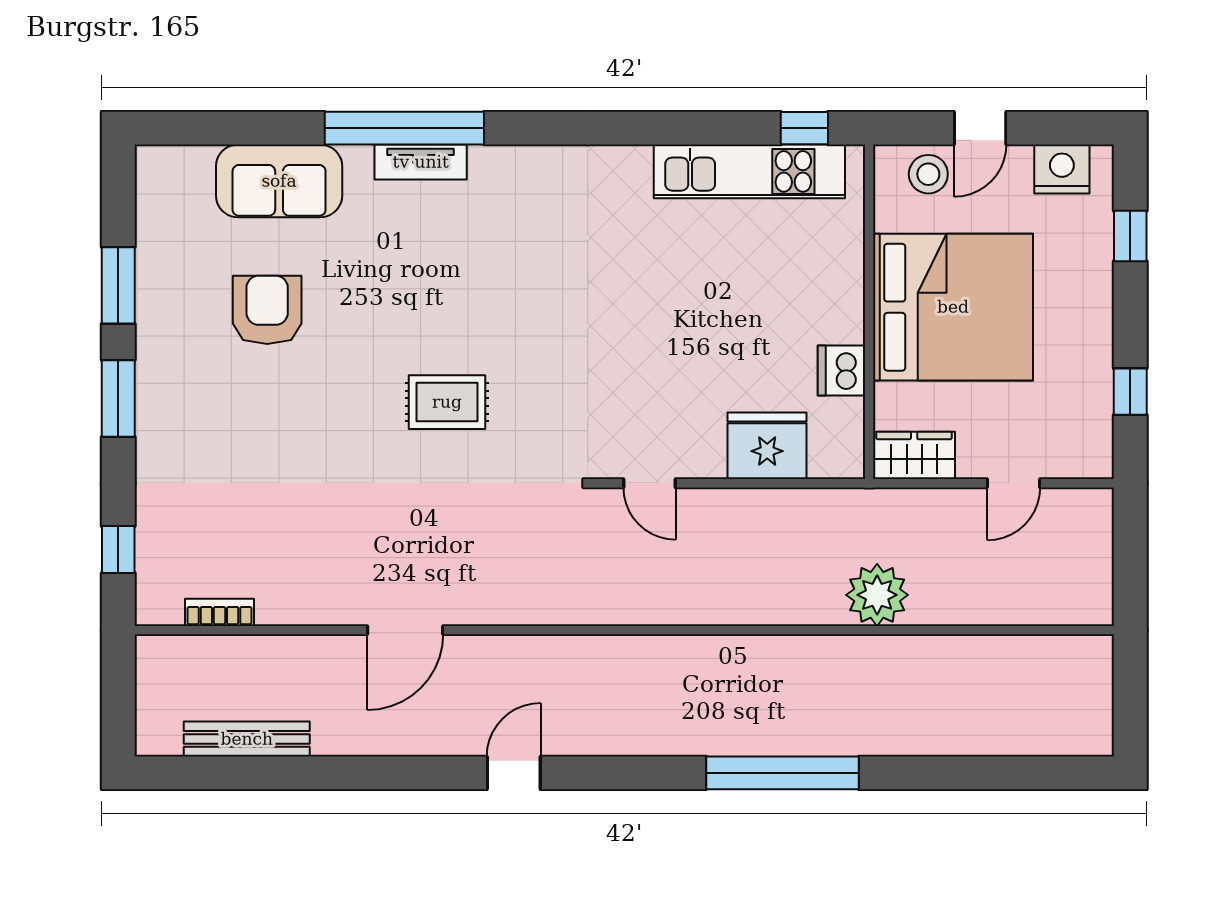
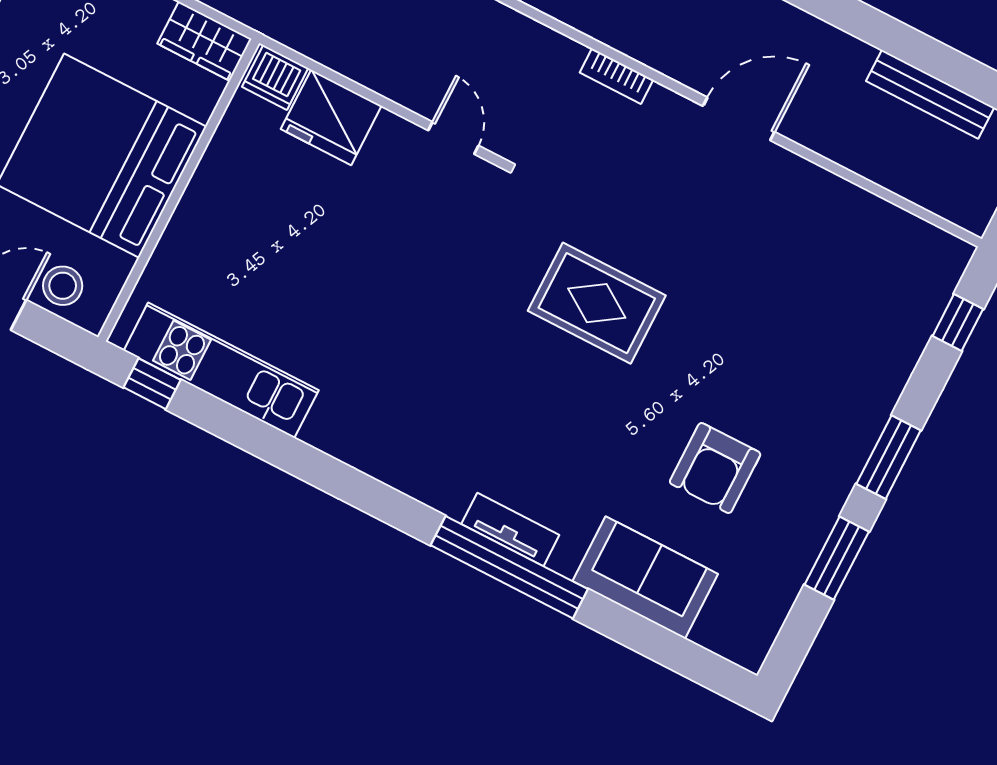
dishwasher: (842, 371) -> (275, 77), moved, turned 90
rug: (447, 402) -> (597, 303), width x1.36, depth x1.43
bookcase: (220, 612) -> (617, 76), moved

